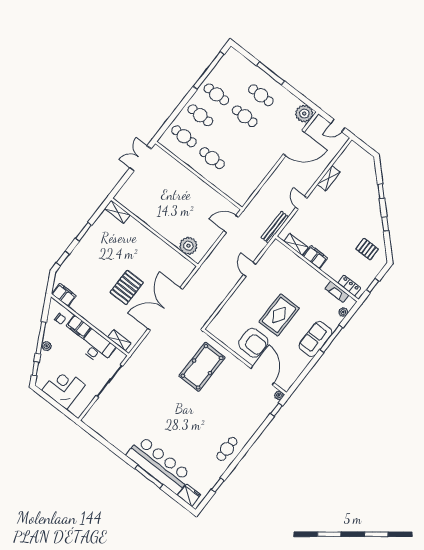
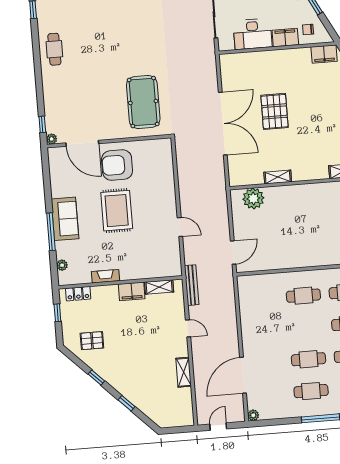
plant: (304, 114) -> (253, 415), width x0.53, depth x0.53
fireplace: (337, 292) -> (105, 276), moved
shelving: (119, 340) -> (278, 177), moved

